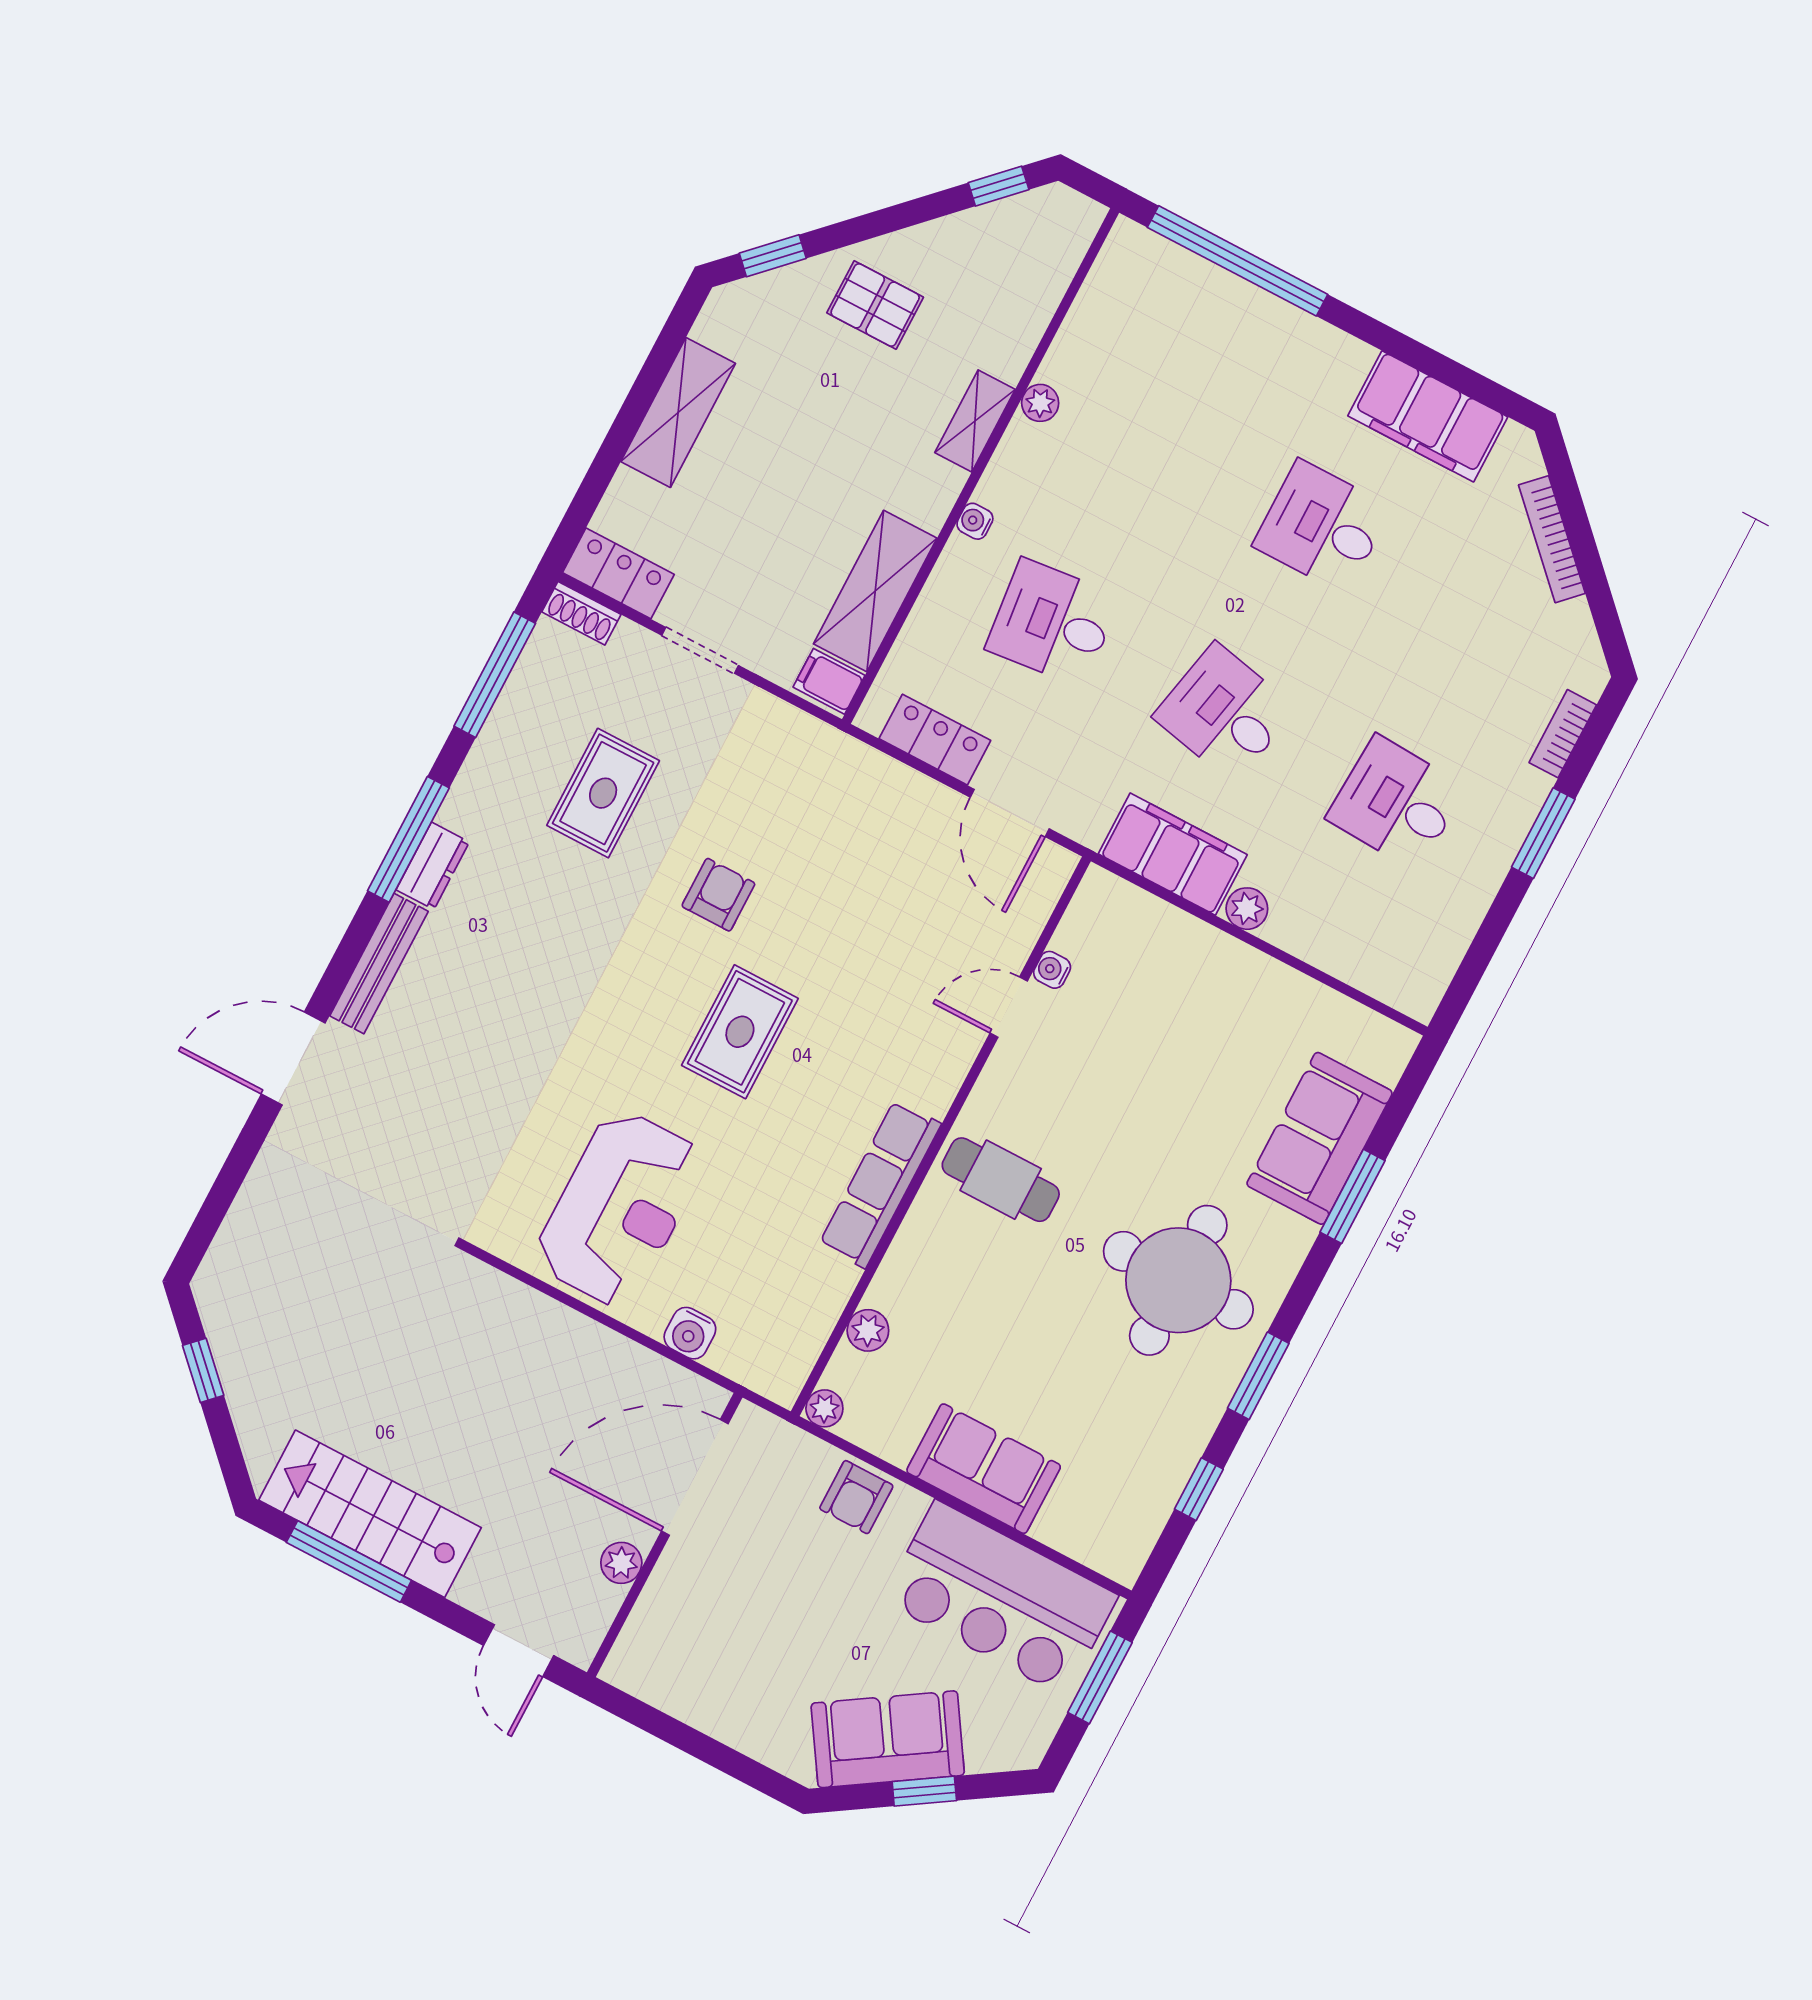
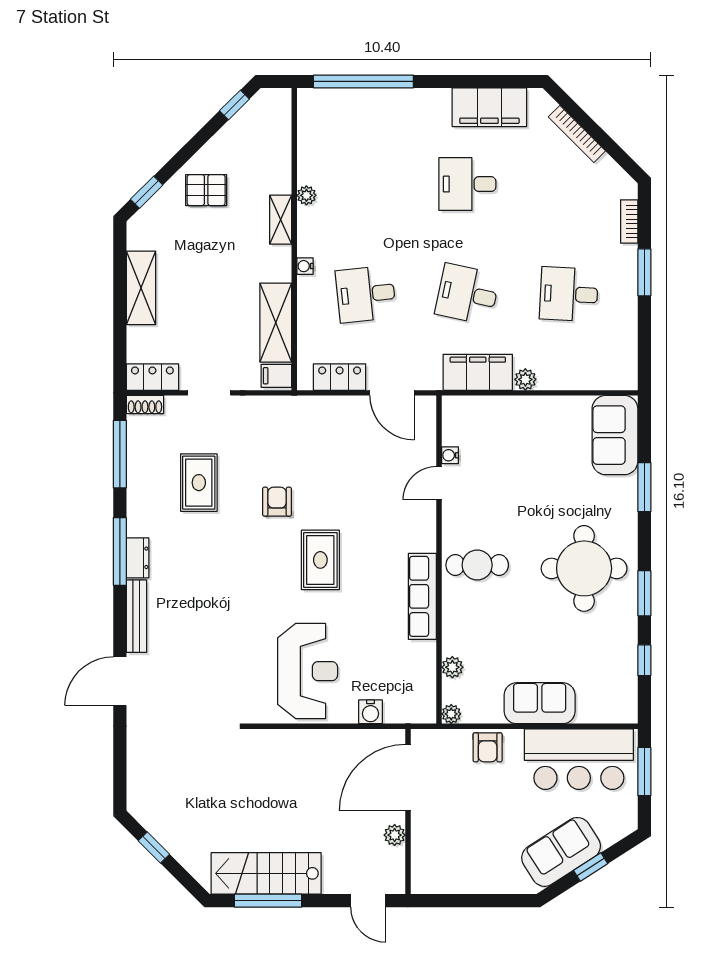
sofa: (1320, 1138) -> (615, 435), moved

